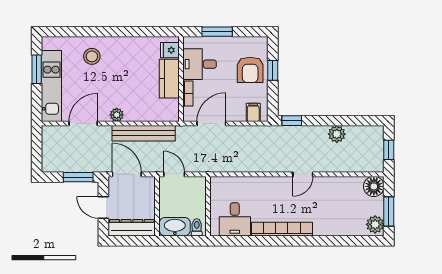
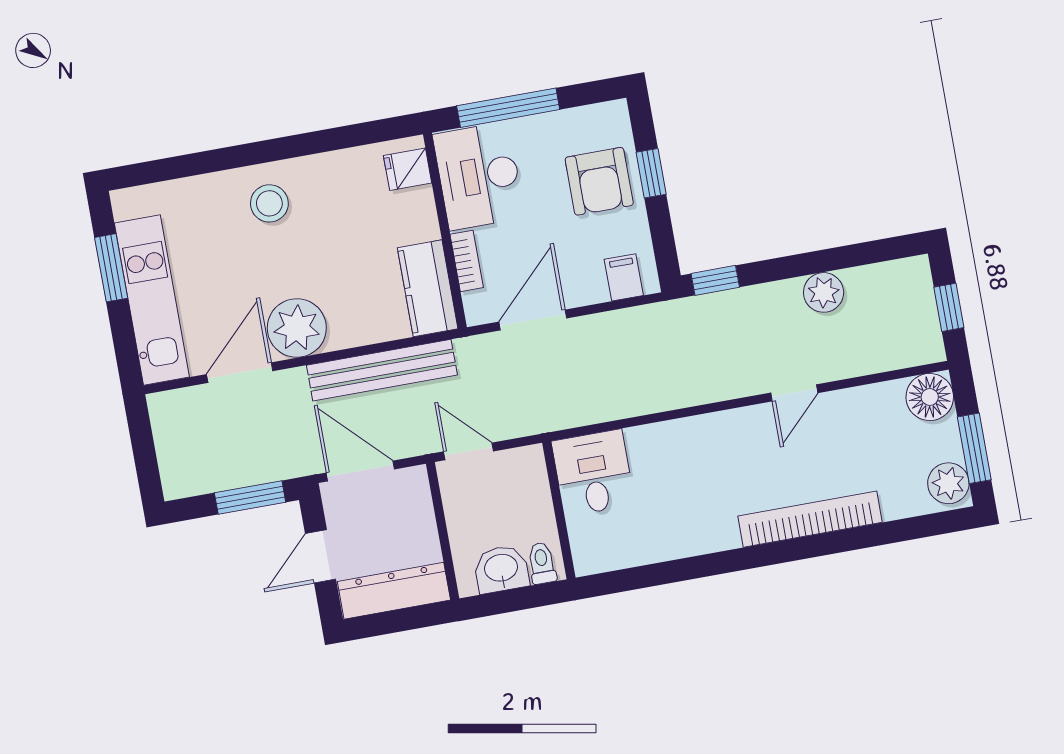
window: (217, 32) -> (508, 108), width x1.44
stool: (92, 56) -> (269, 203), moved
desk: (199, 64) -> (479, 176), width x1.37
kitchen counter: (169, 79) -> (428, 288), moved
plant: (117, 115) -> (297, 328), width x1.87, depth x1.87
door: (303, 174) -> (794, 393), moved
door: (103, 208) -> (320, 556), hinge flipped
desk: (235, 219) -> (593, 473), moved, turned 180
washbasin: (175, 227) -> (501, 569), width x0.72
bookcase: (282, 229) -> (810, 519), moved

